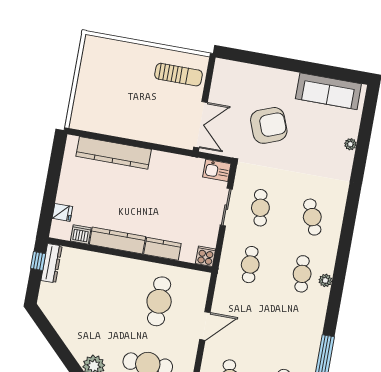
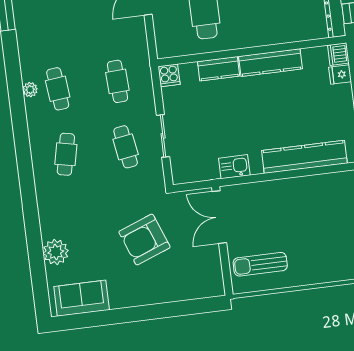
sofa: (328, 91) -> (82, 298), width x0.73
plant: (350, 144) -> (56, 252), width x1.88, depth x1.88
kitchen sink: (217, 170) -> (234, 167), moved
cafe table: (312, 217) -> (66, 154), turned 33
dishwasher: (81, 234) -> (338, 54), moved, turned 90

